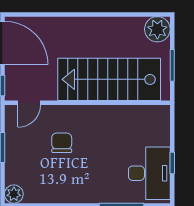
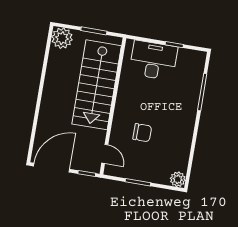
chair: (62, 143) -> (142, 133), turned 180
desk: (149, 173) -> (153, 60), moved

